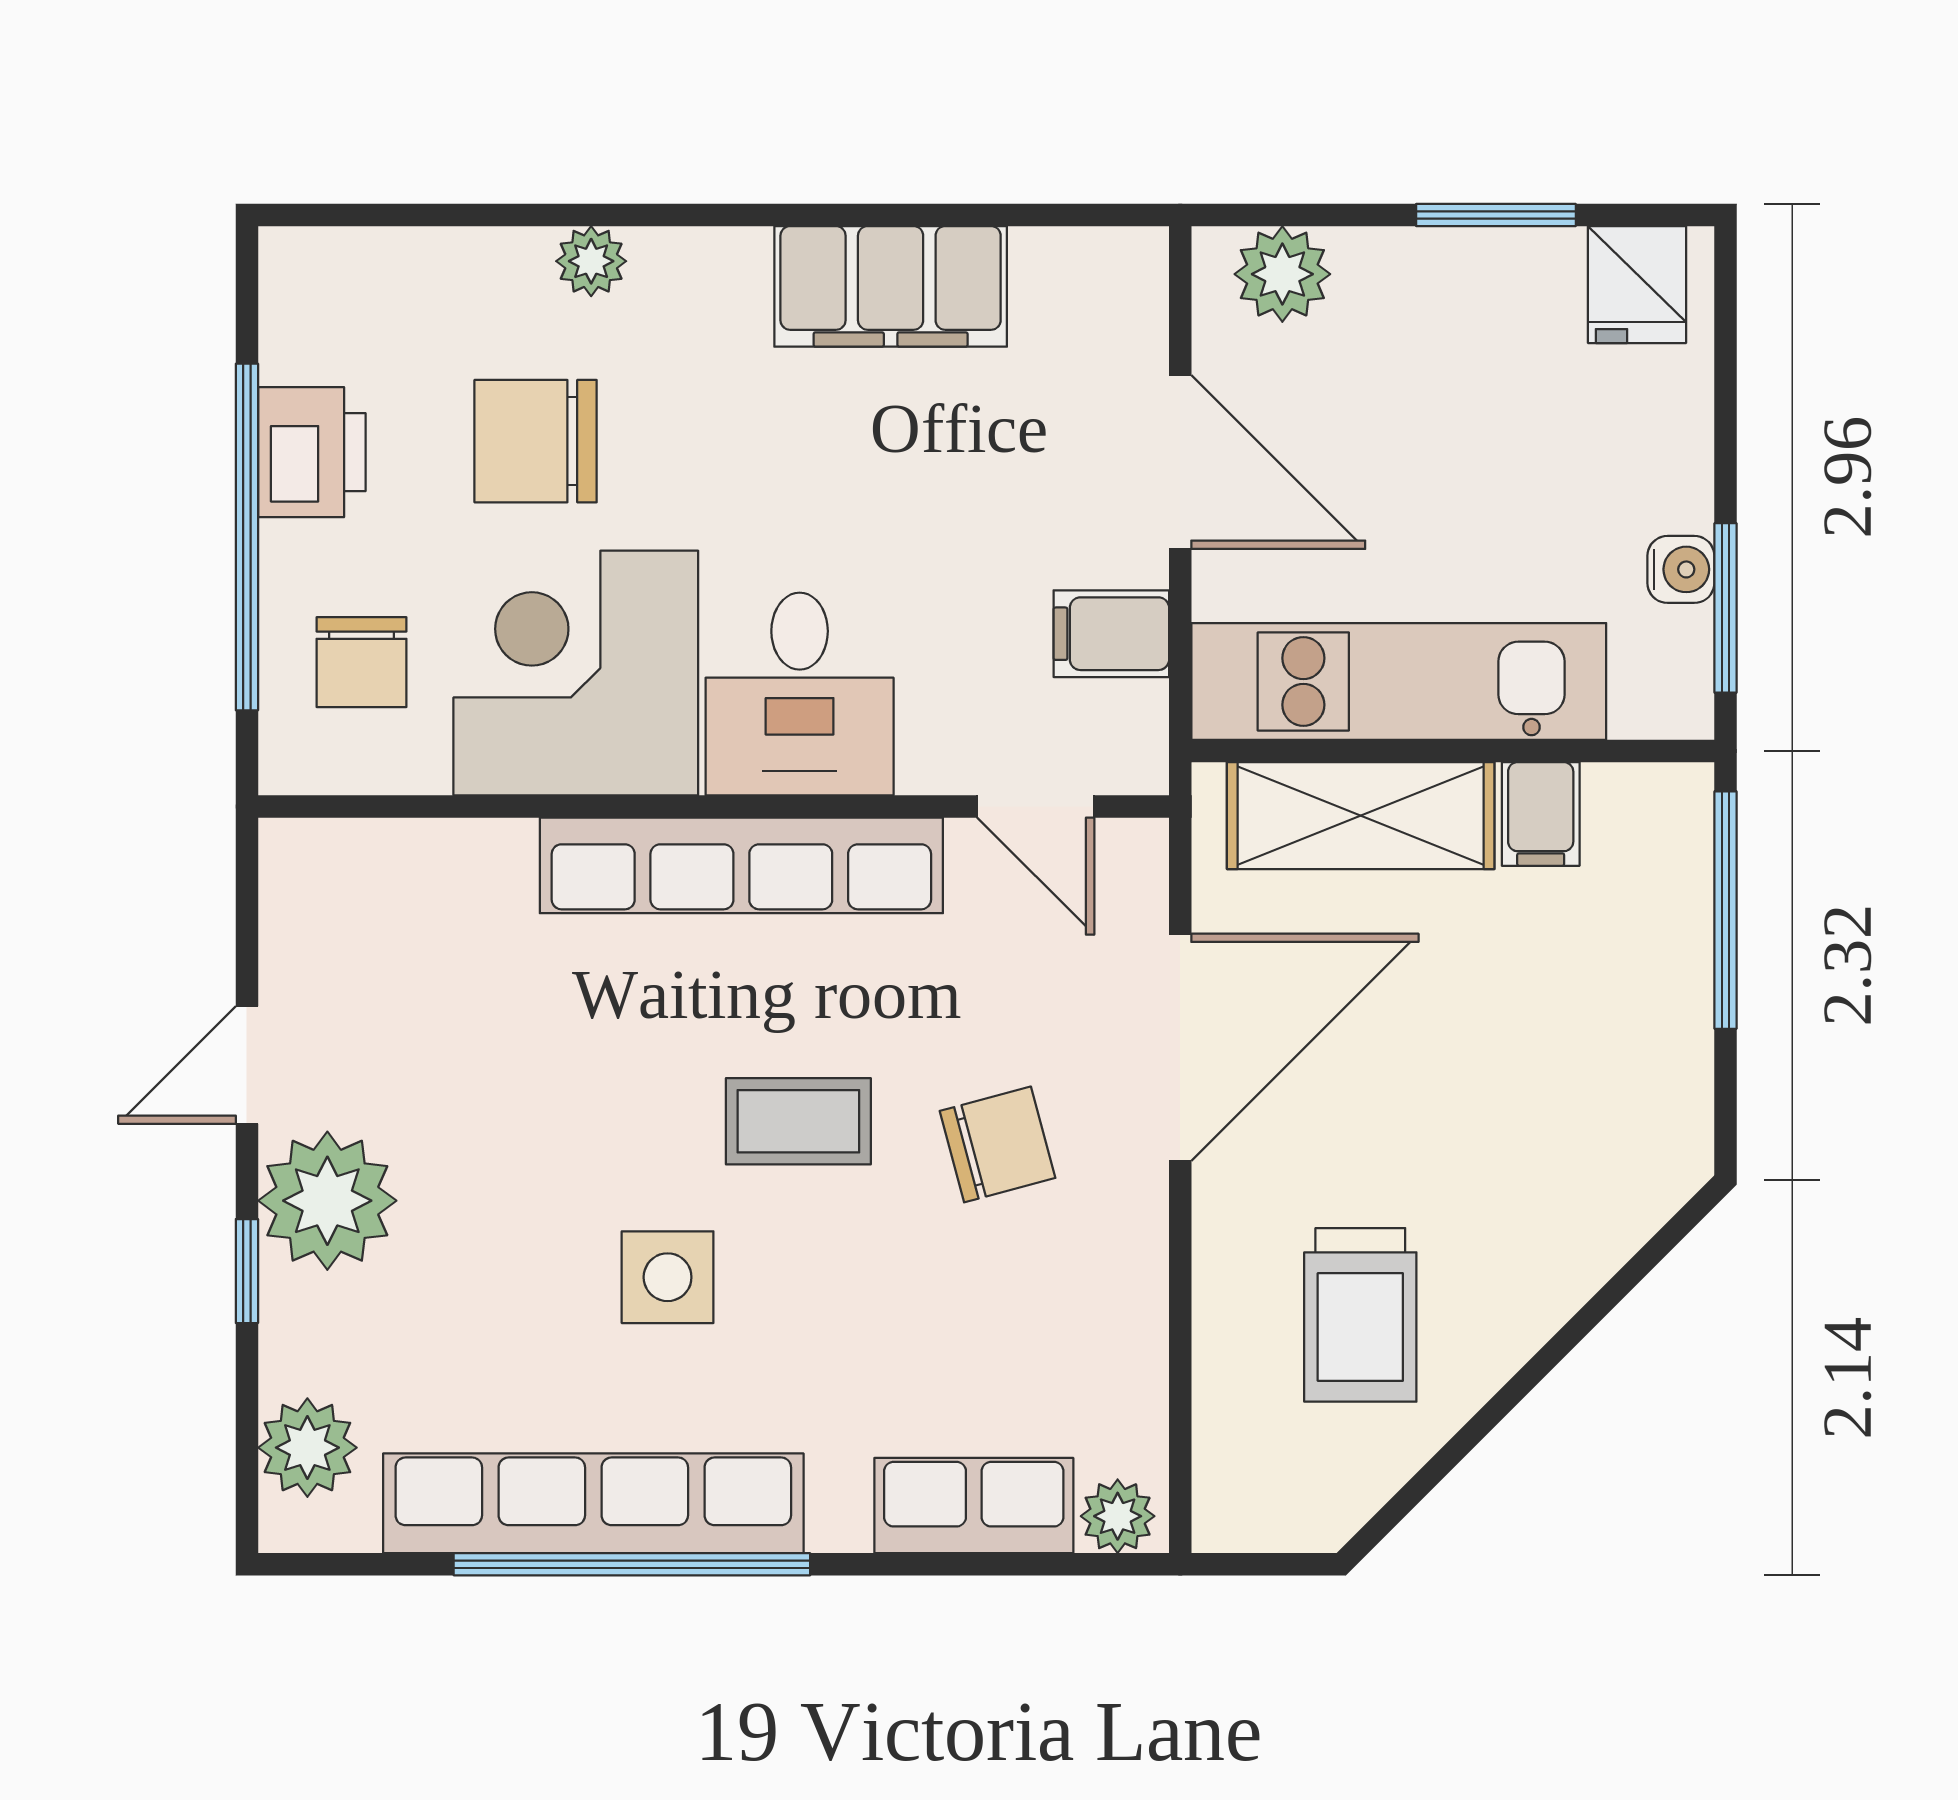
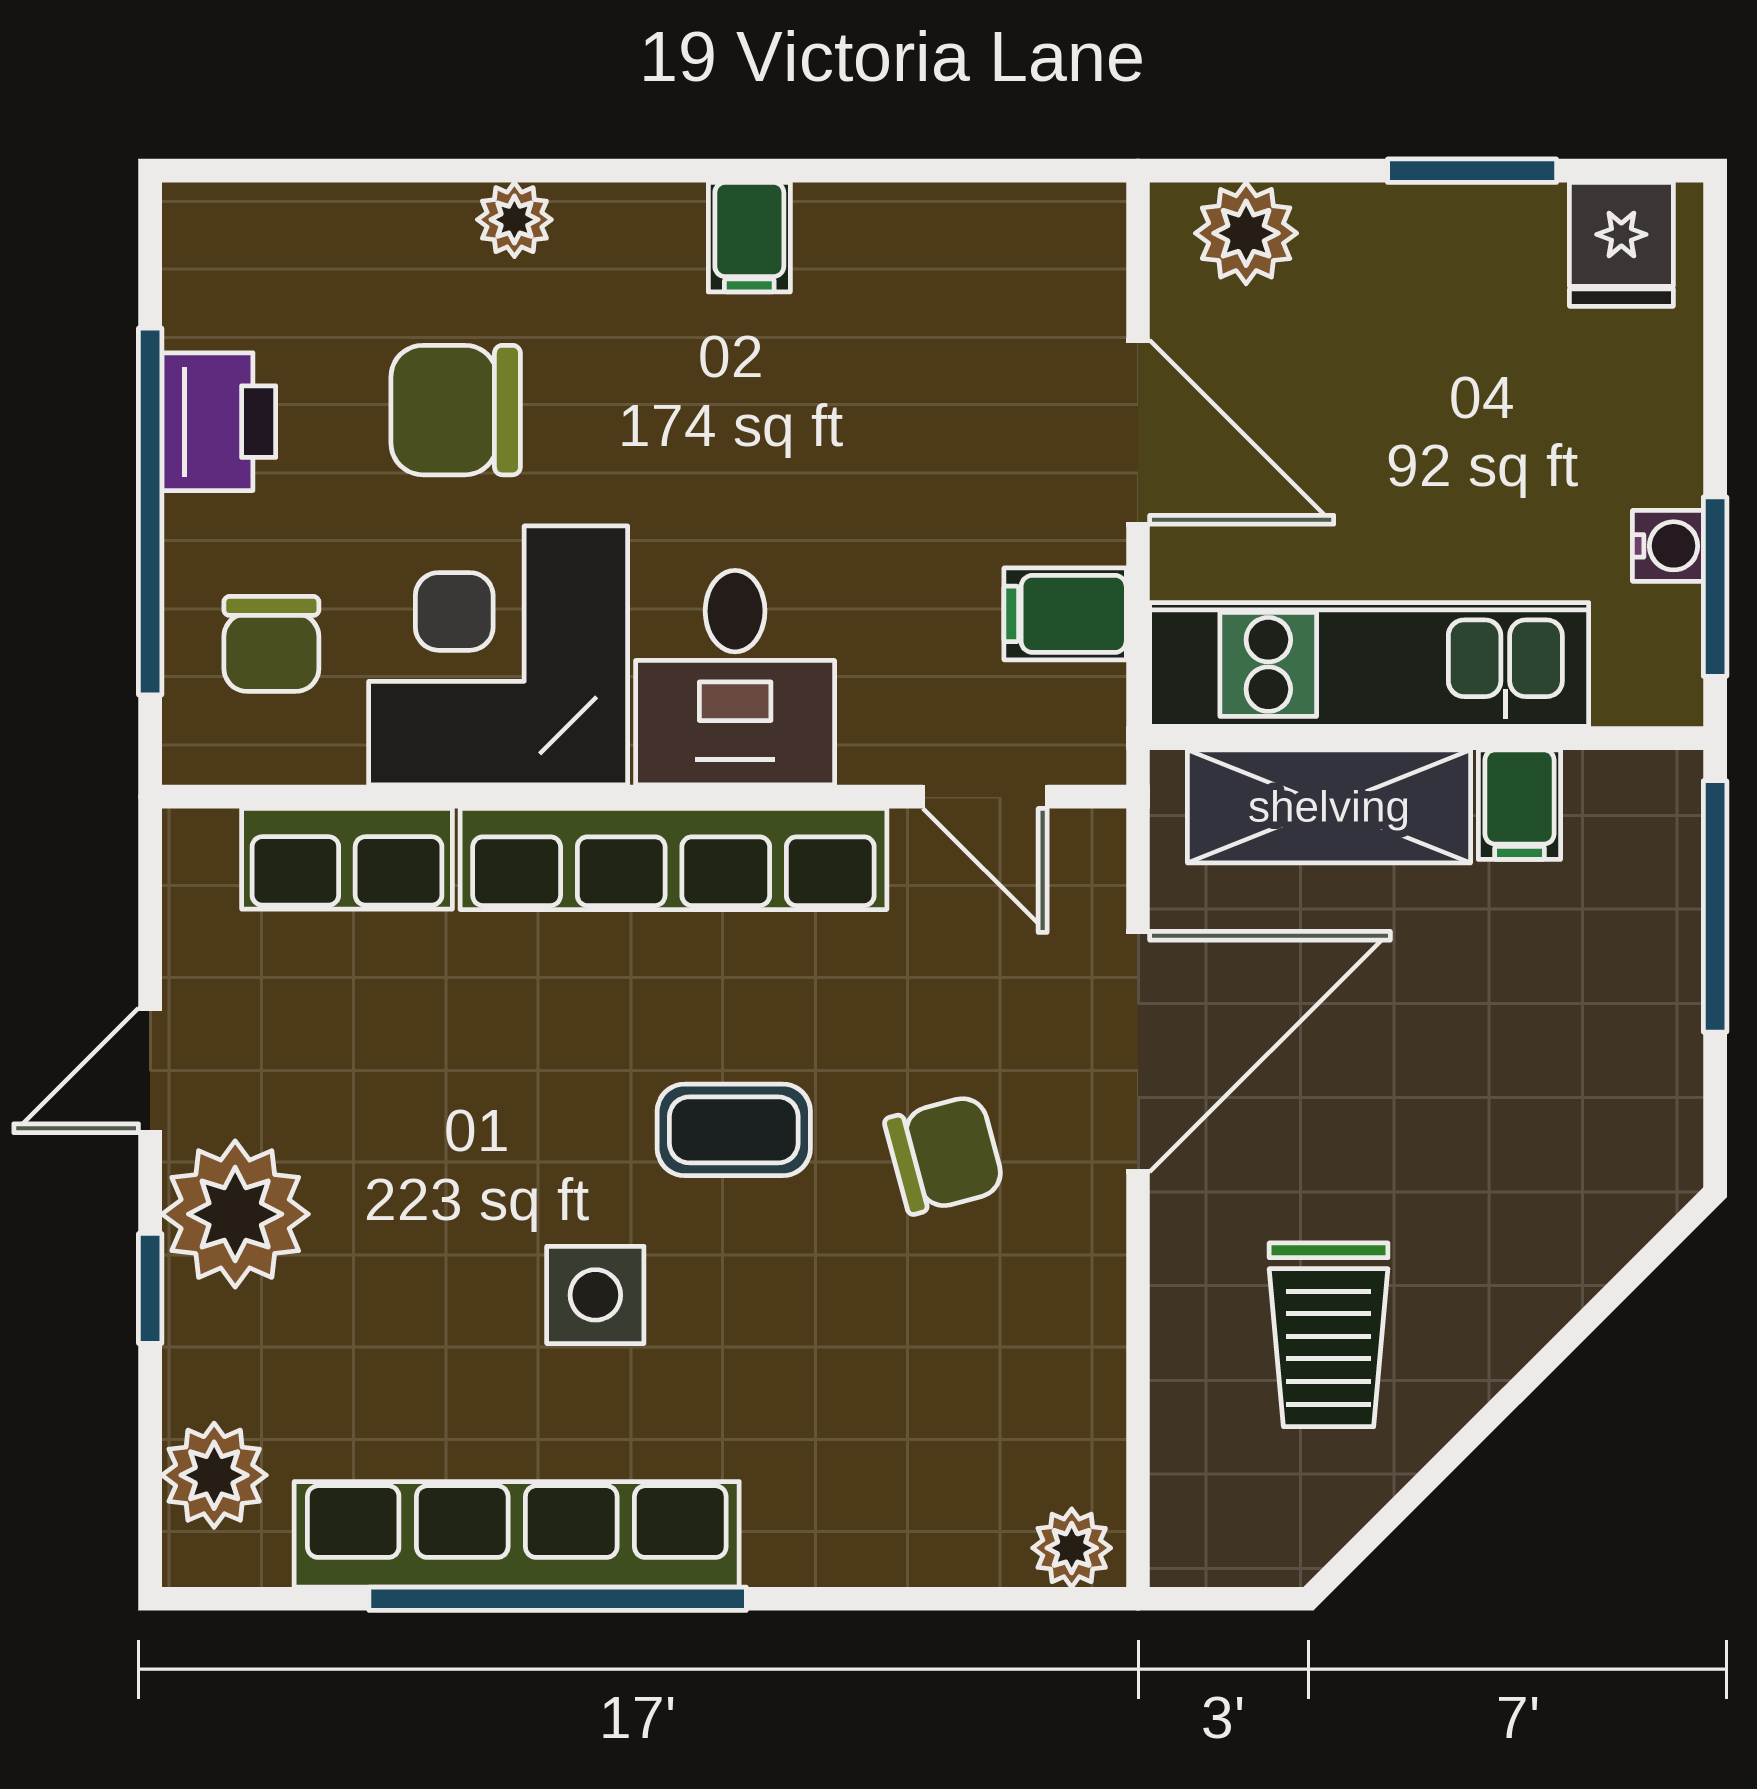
filing cabinet: (891, 286) -> (749, 237), width x0.33, depth x0.86
row of seats: (974, 1506) -> (347, 859), moved, turned 180

